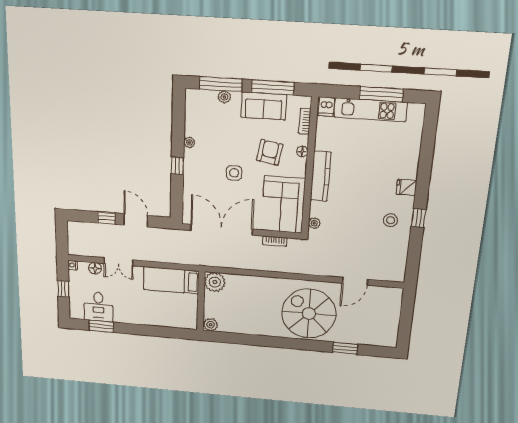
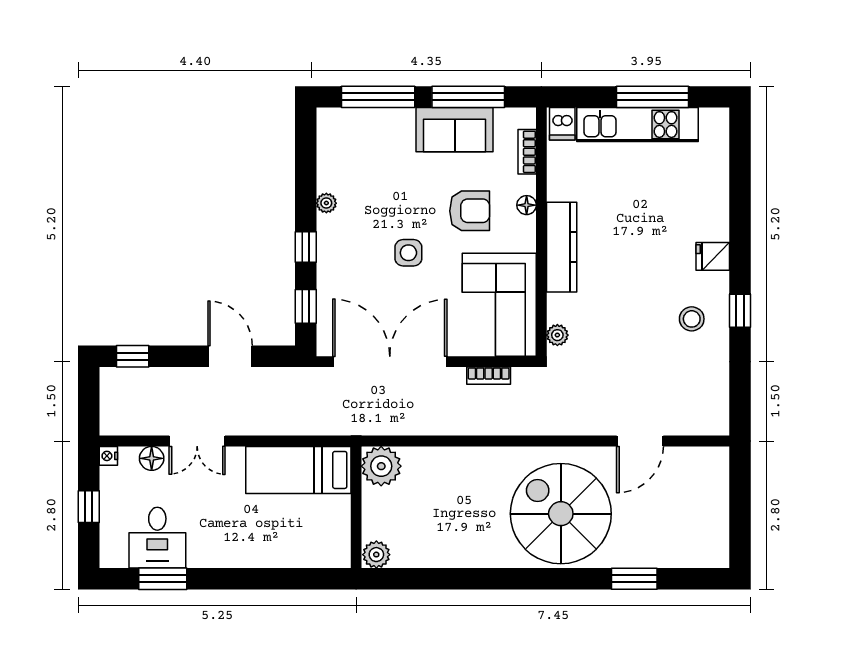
plant: (224, 97) -> (386, 118), removed
armchair: (270, 152) -> (470, 211), turned 80
window: (177, 197) -> (306, 306), added
window: (106, 218) -> (133, 356), moved

